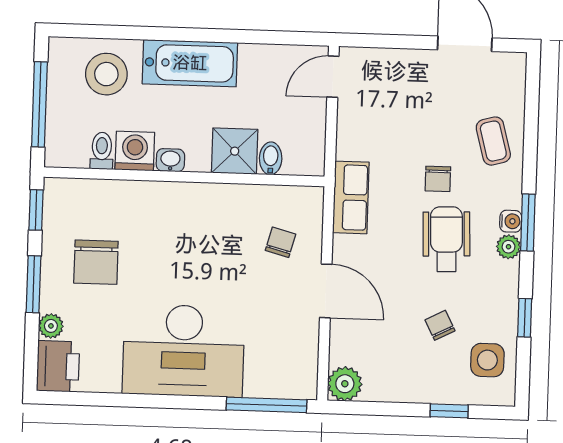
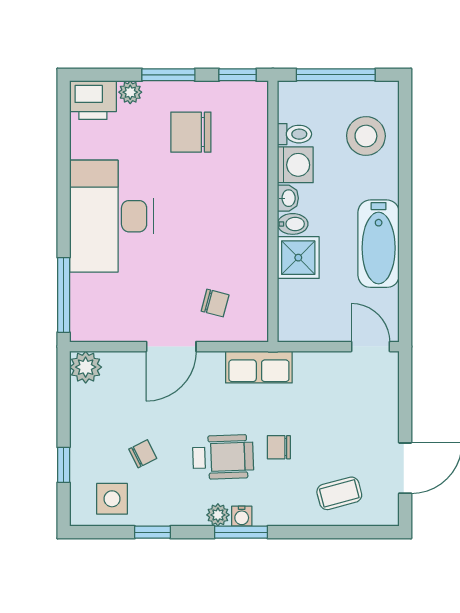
bathtub: (190, 63) -> (379, 244), moved
coffee table: (493, 141) -> (339, 493), moved
bidet: (271, 158) -> (293, 224), moved

